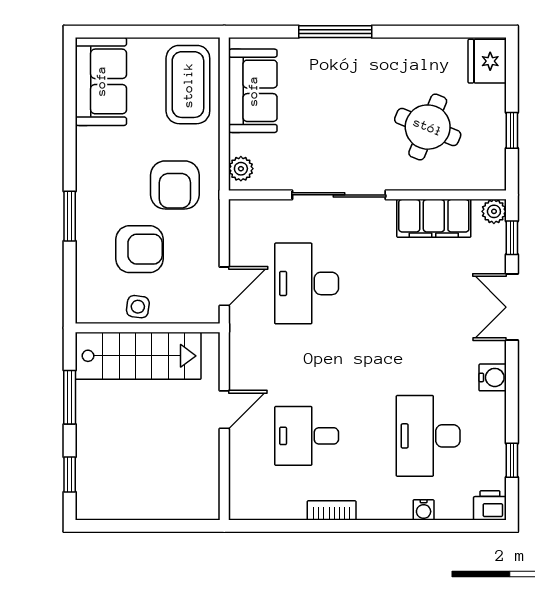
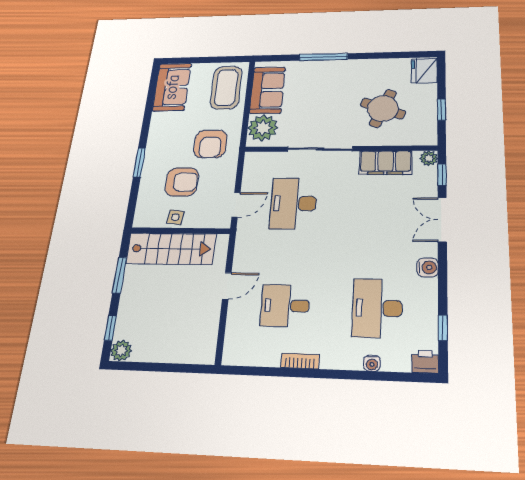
plant: (241, 169) -> (263, 128), width x1.87, depth x1.87
plant: (90, 505) -> (121, 351), added

